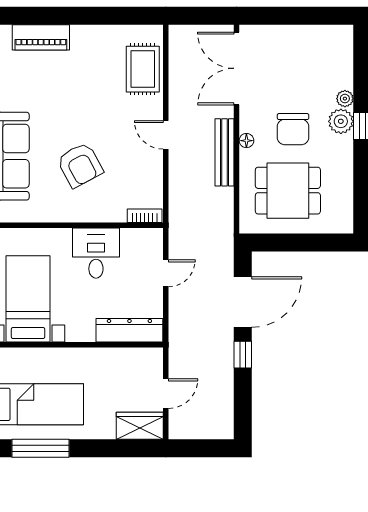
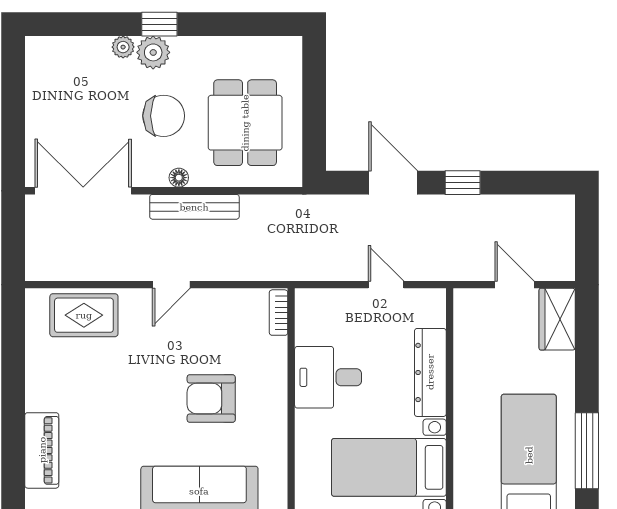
double door: (237, 68) -> (83, 191), swing flipped
armchair: (80, 165) -> (211, 399), turned -152
door: (166, 273) -> (386, 285), moved
door: (243, 302) -> (393, 183), width x0.73
dresser: (129, 330) -> (430, 372), moved

